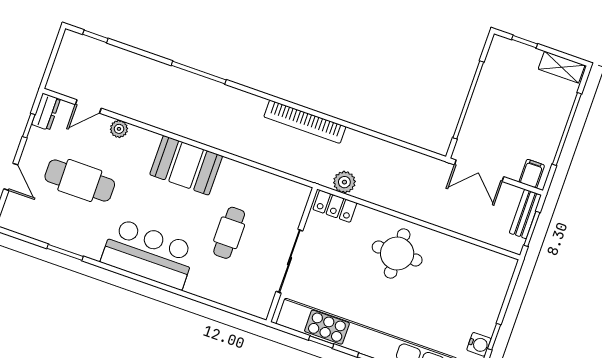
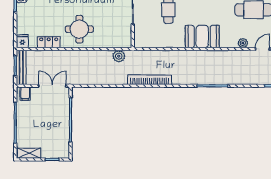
locker: (335, 206) -> (49, 42), moved
bench: (525, 214) -> (21, 68), width x1.36
fridge: (504, 267) -> (22, 41), added

